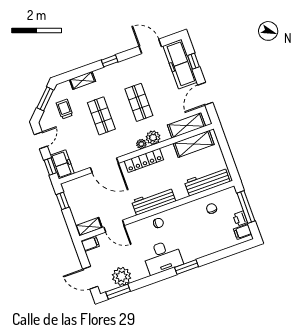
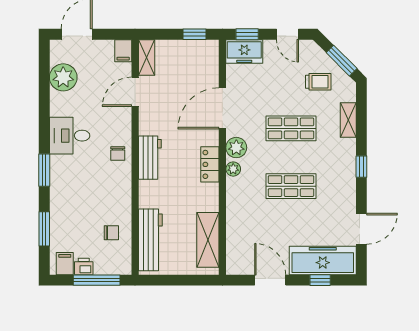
shelving: (186, 126) -> (236, 239), removed
plant: (153, 138) -> (236, 148), moved
locker: (144, 160) -> (210, 164), width x0.66
workbench: (154, 201) -> (150, 158), width x0.73
desk: (163, 257) -> (70, 136), width x0.73
window: (118, 292) -> (44, 229), moved

